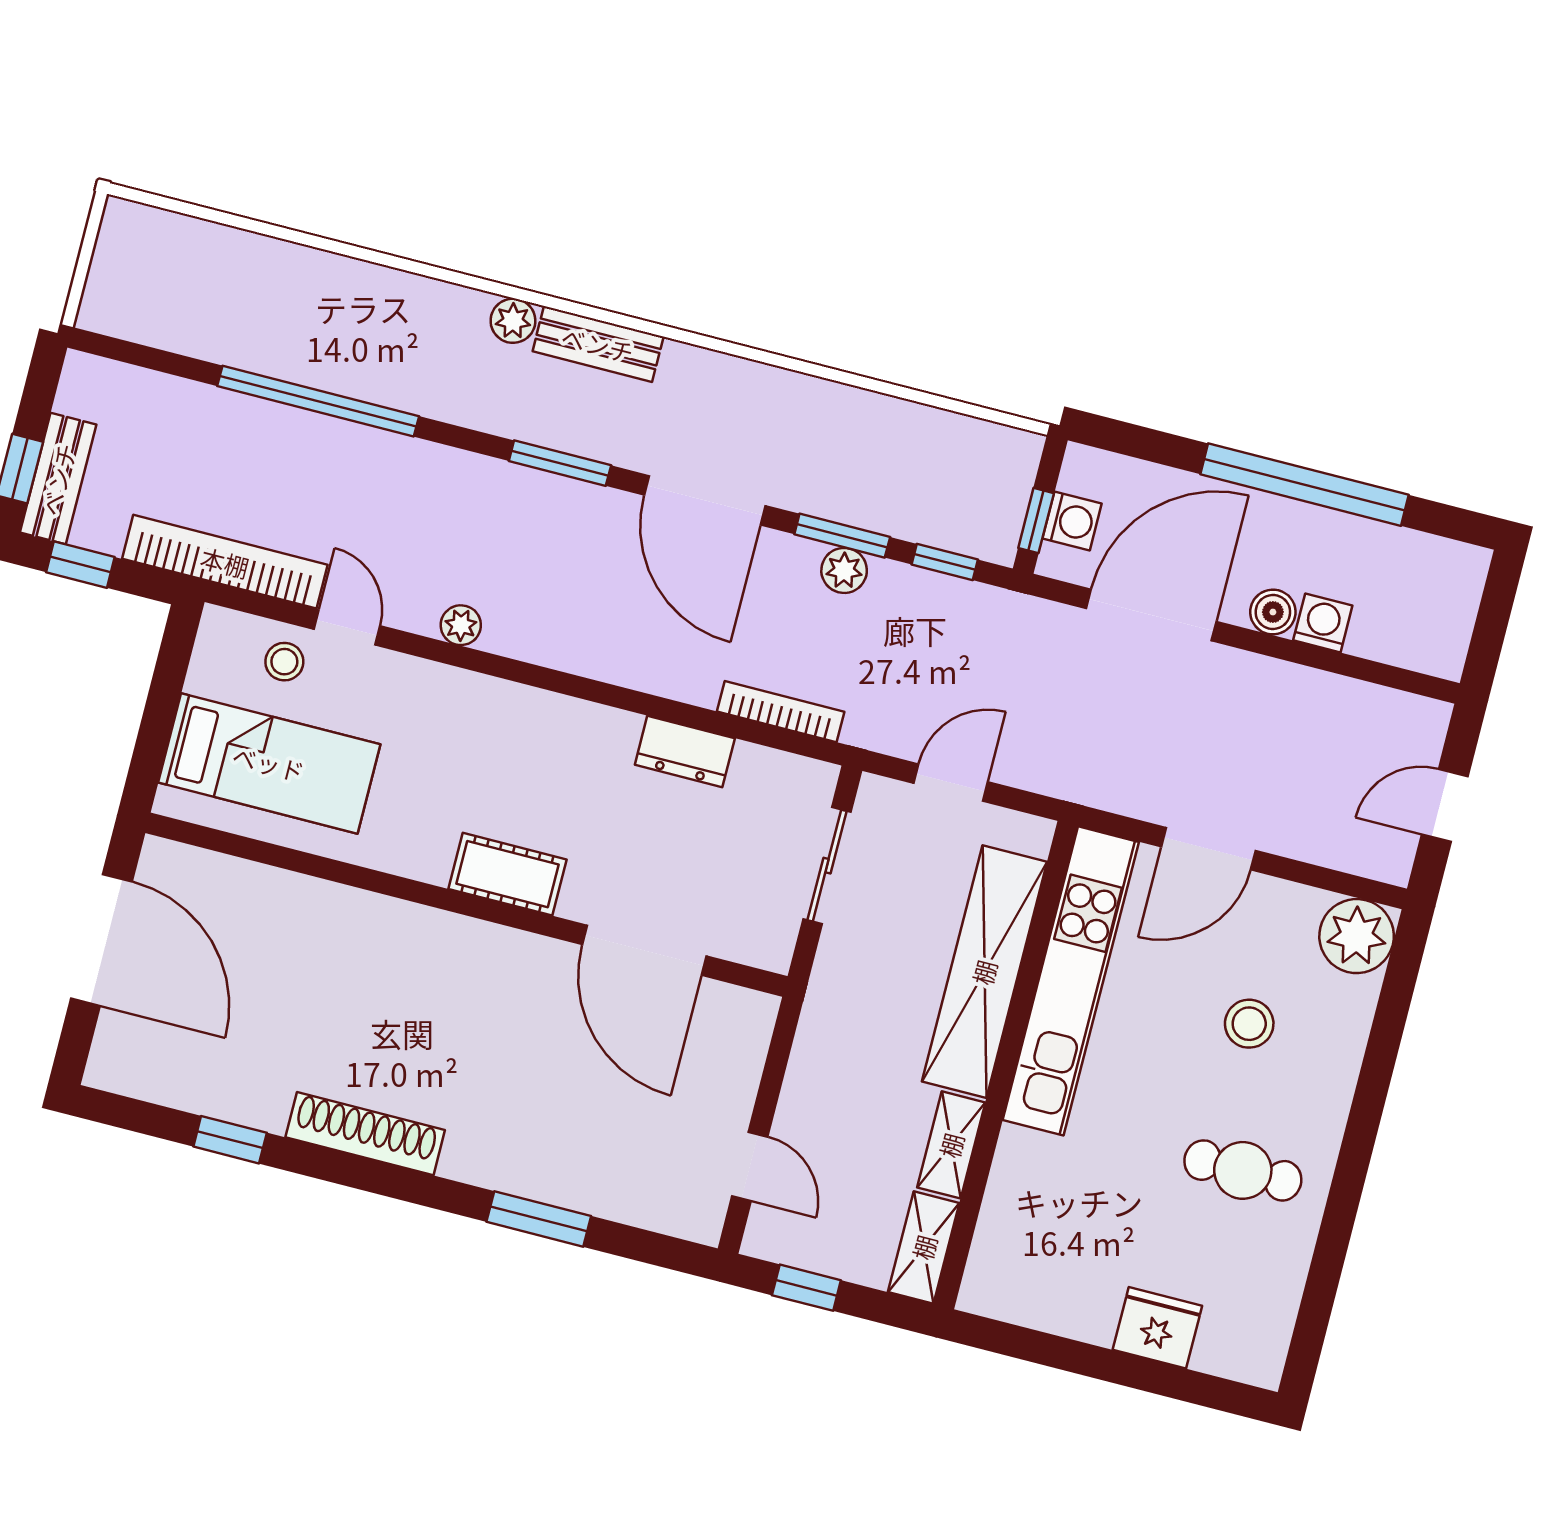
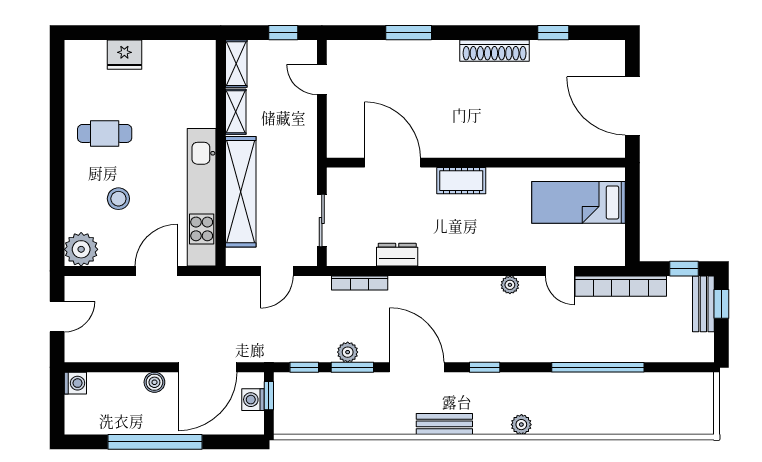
bench: (598, 344) -> (444, 424), moved
window: (560, 463) -> (485, 367), width x0.67
washing machine: (1323, 623) -> (75, 383), moved, turned -90
stool: (284, 662) -> (583, 249), removed

